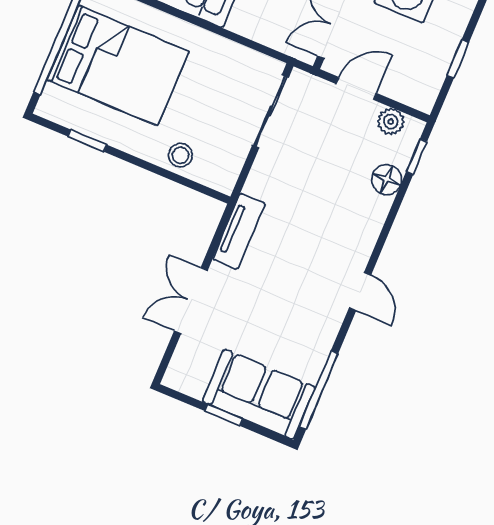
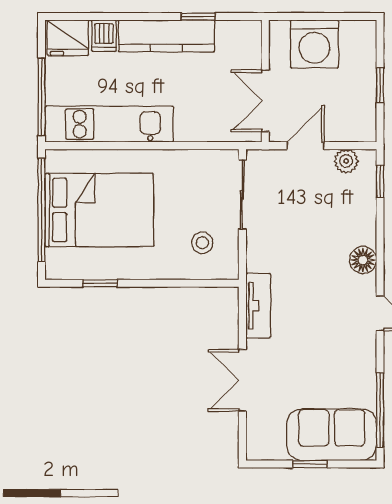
stool: (180, 155) -> (202, 243), moved
floor lamp: (387, 180) -> (363, 260), moved

